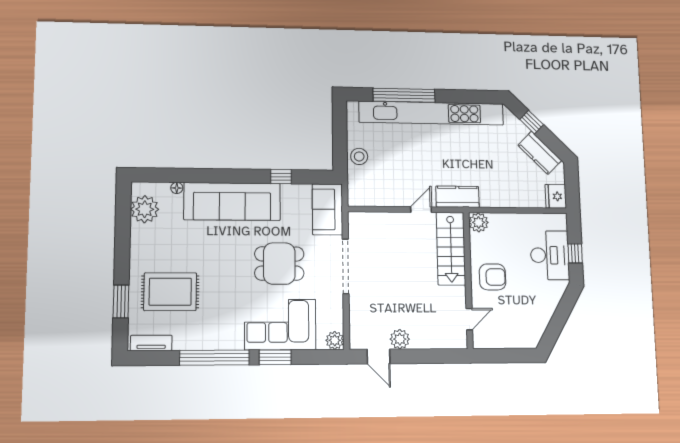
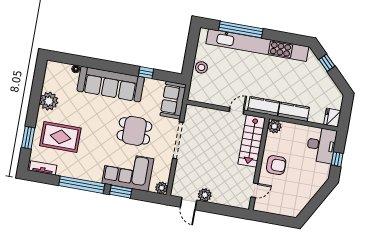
kitchen counter: (540, 153) -> (294, 112), moved, turned 135
plant: (145, 209) -> (49, 101), moved
desk: (550, 255) -> (321, 145), moved

